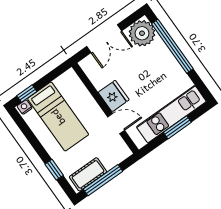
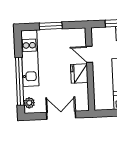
plant: (142, 33) -> (29, 103), width x0.53, depth x0.53
kitchen unit: (171, 114) -> (30, 58), moved, turned -90

